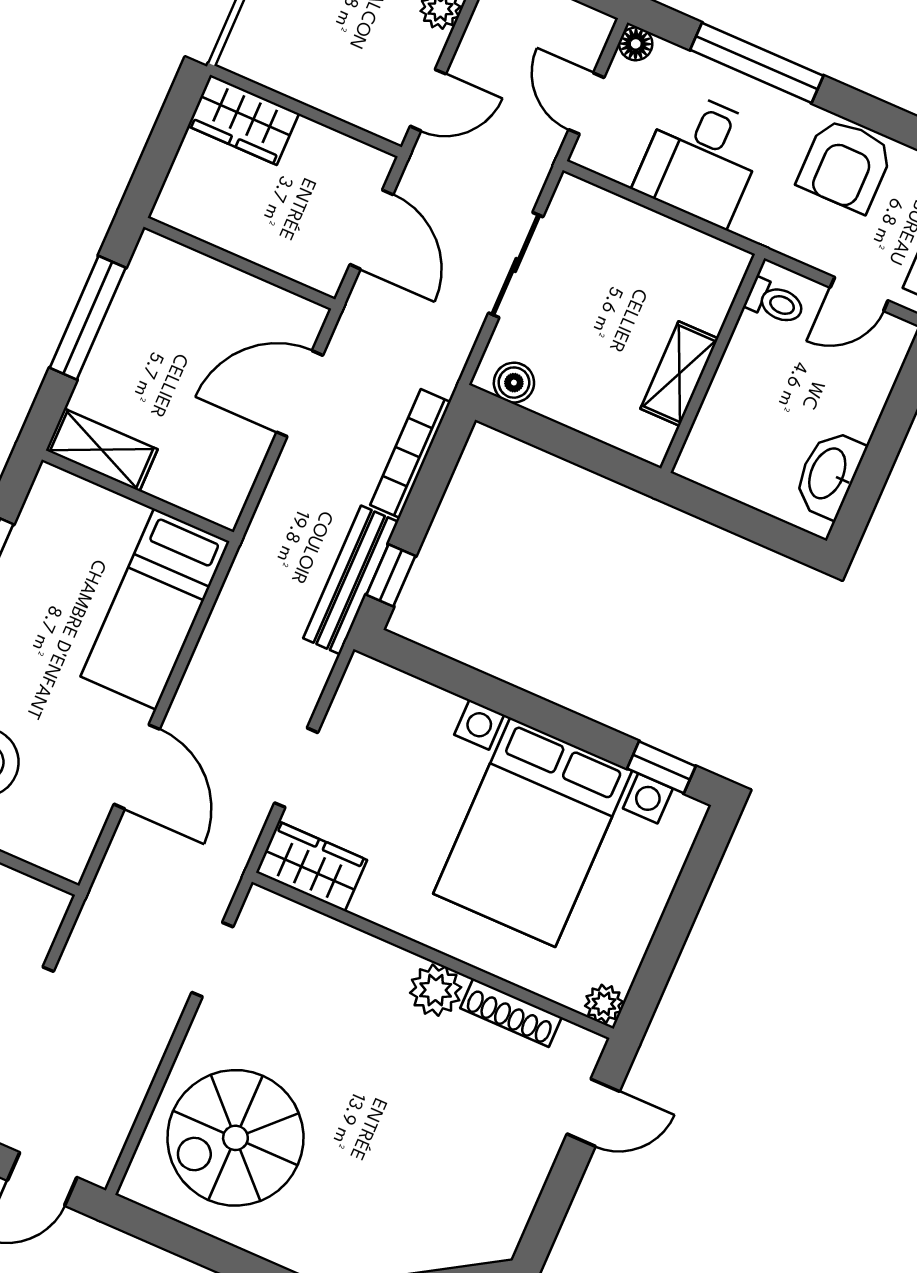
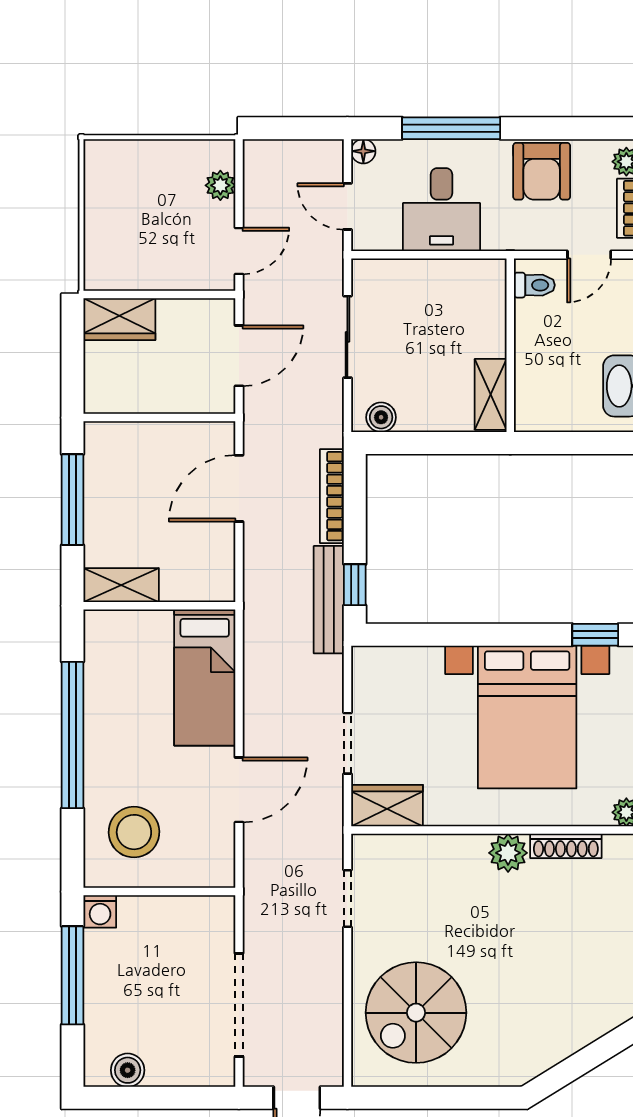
door: (371, 230) -> (239, 356), hinge flipped
shelving: (679, 374) -> (491, 394), moved
door: (137, 767) -> (239, 790), hinge flipped

